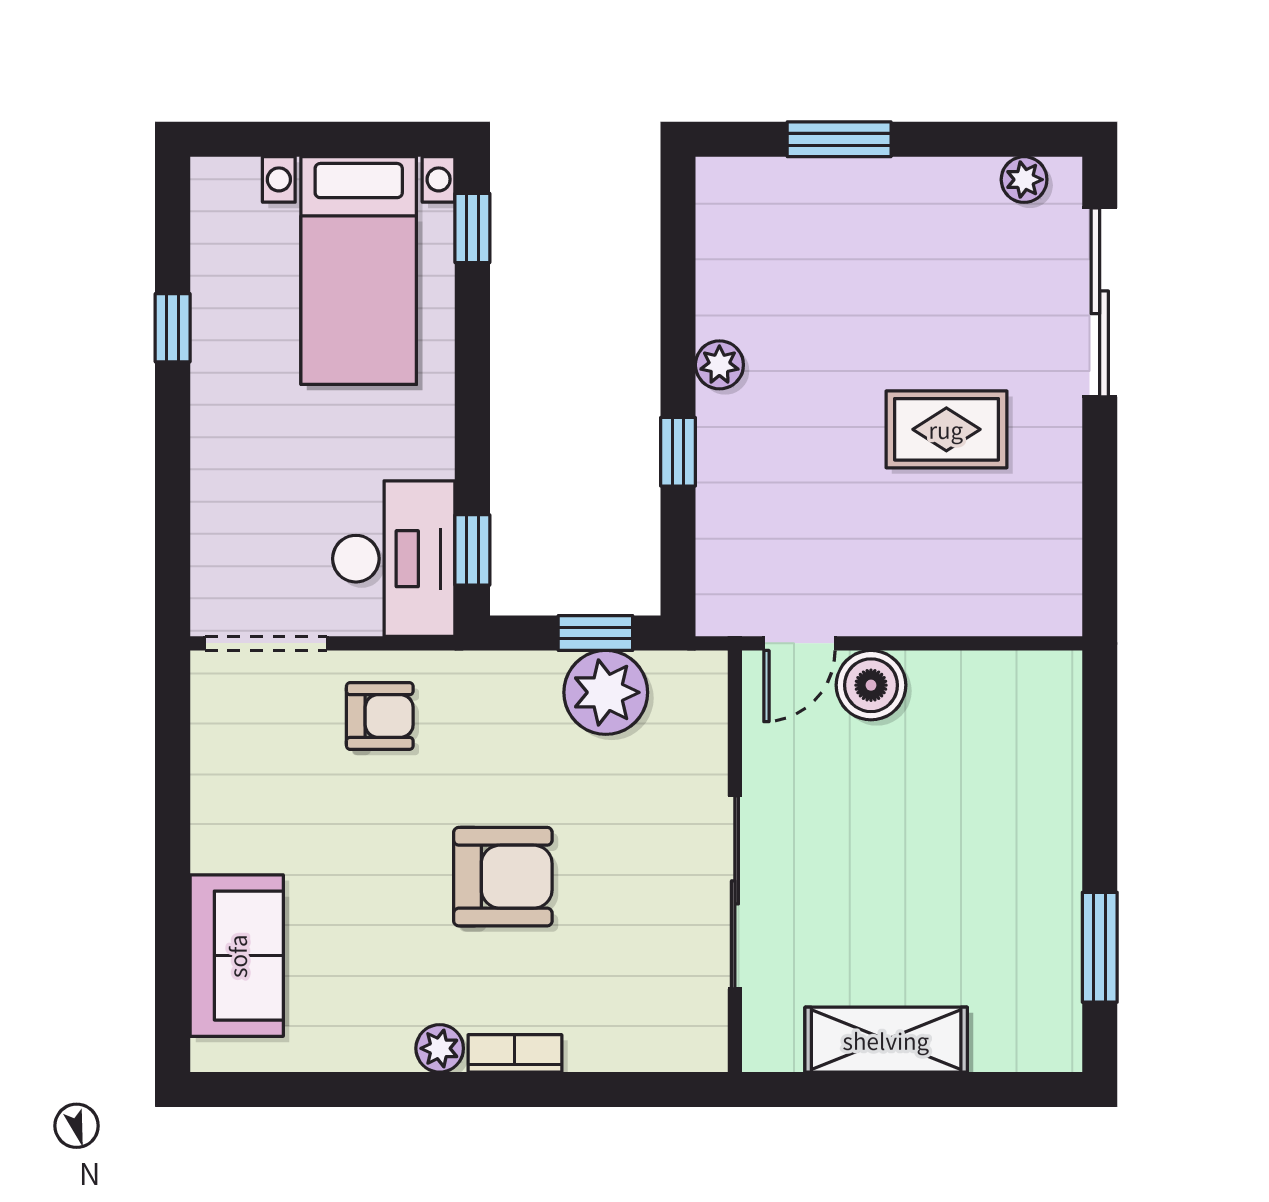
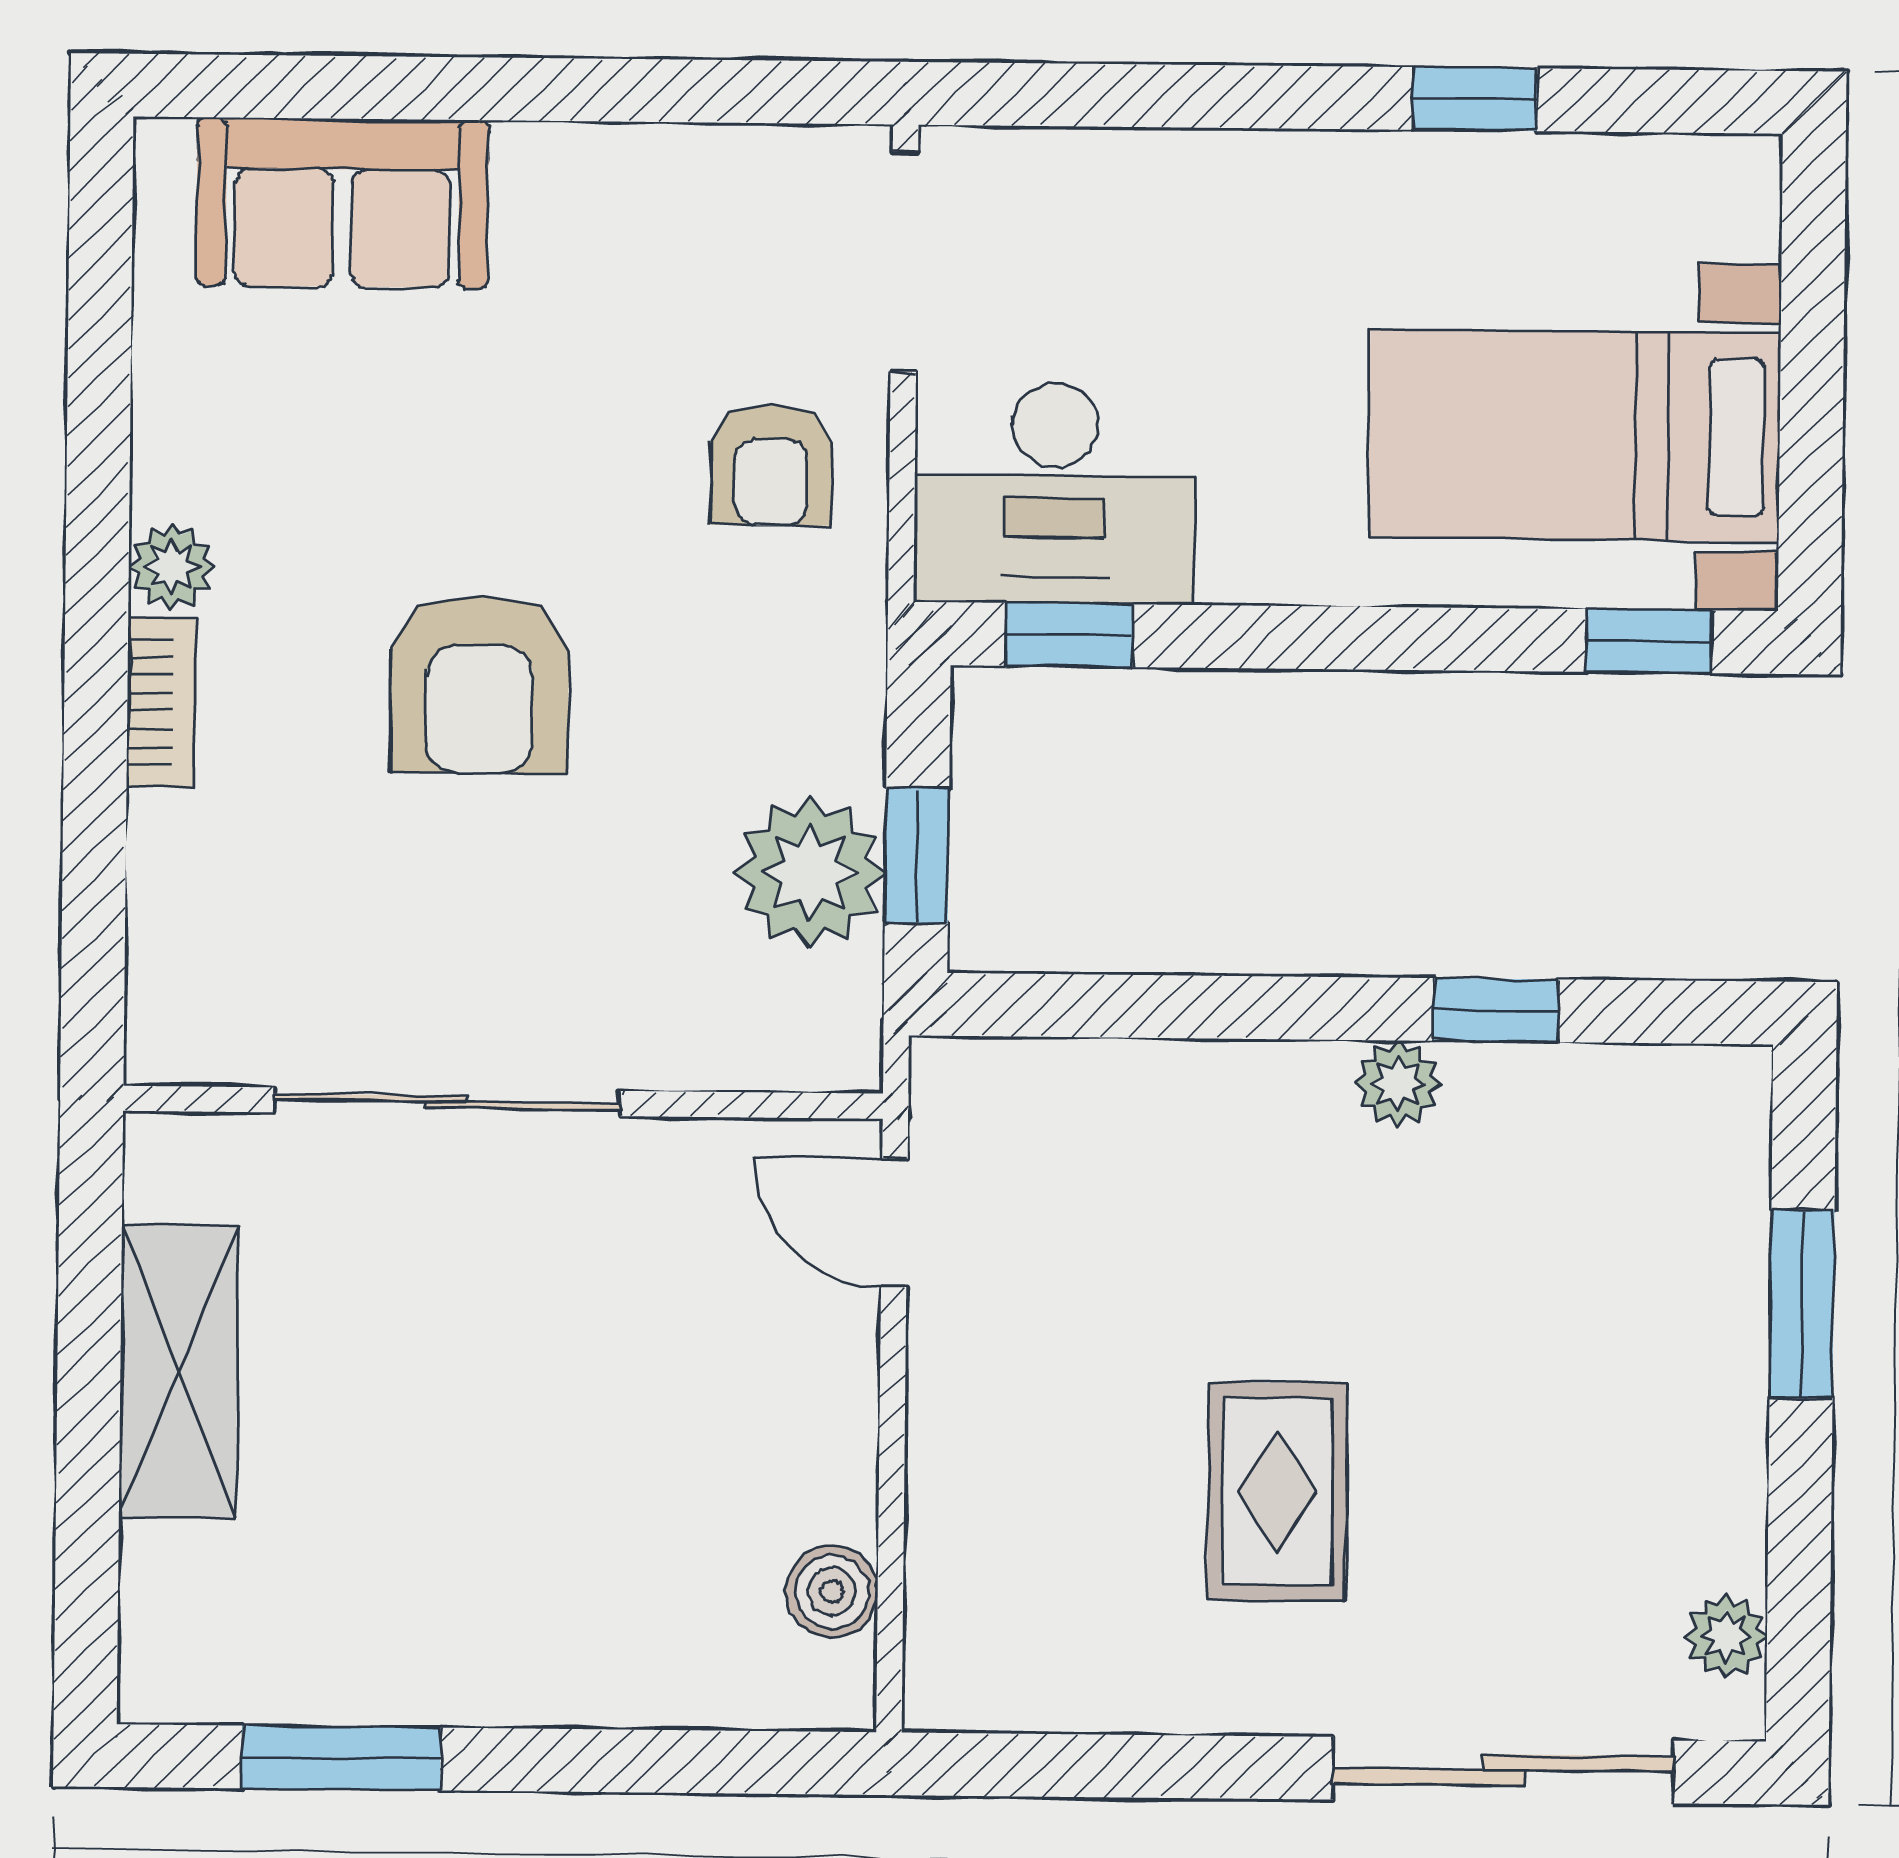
window: (678, 452) -> (1496, 1010), moved
boiler: (871, 685) -> (832, 1592), moved, width x0.73, depth x0.73

